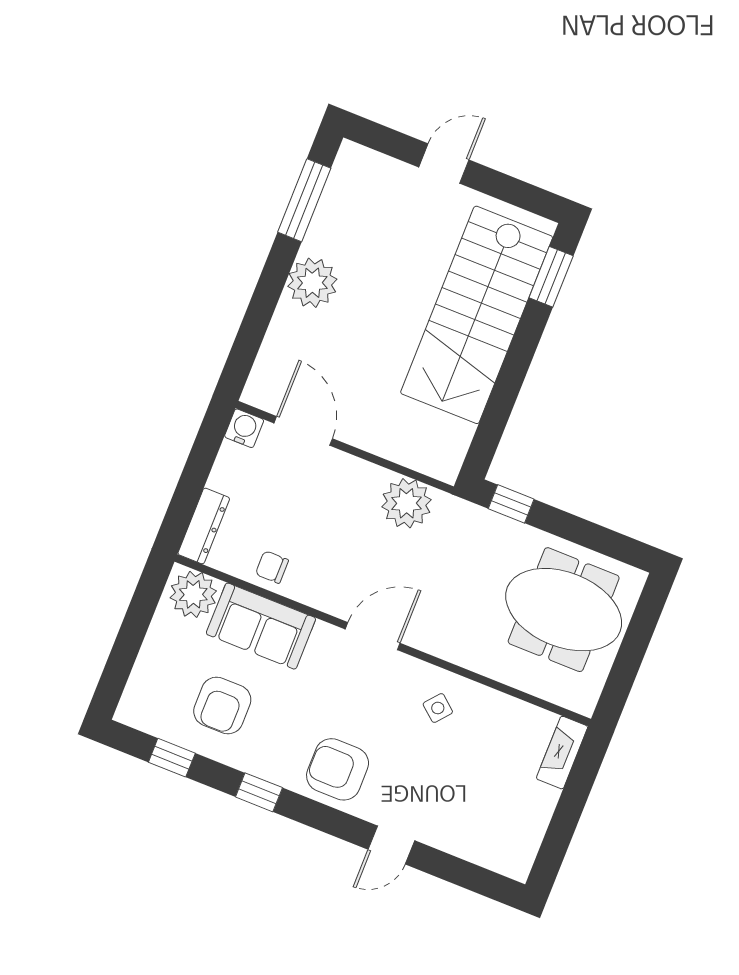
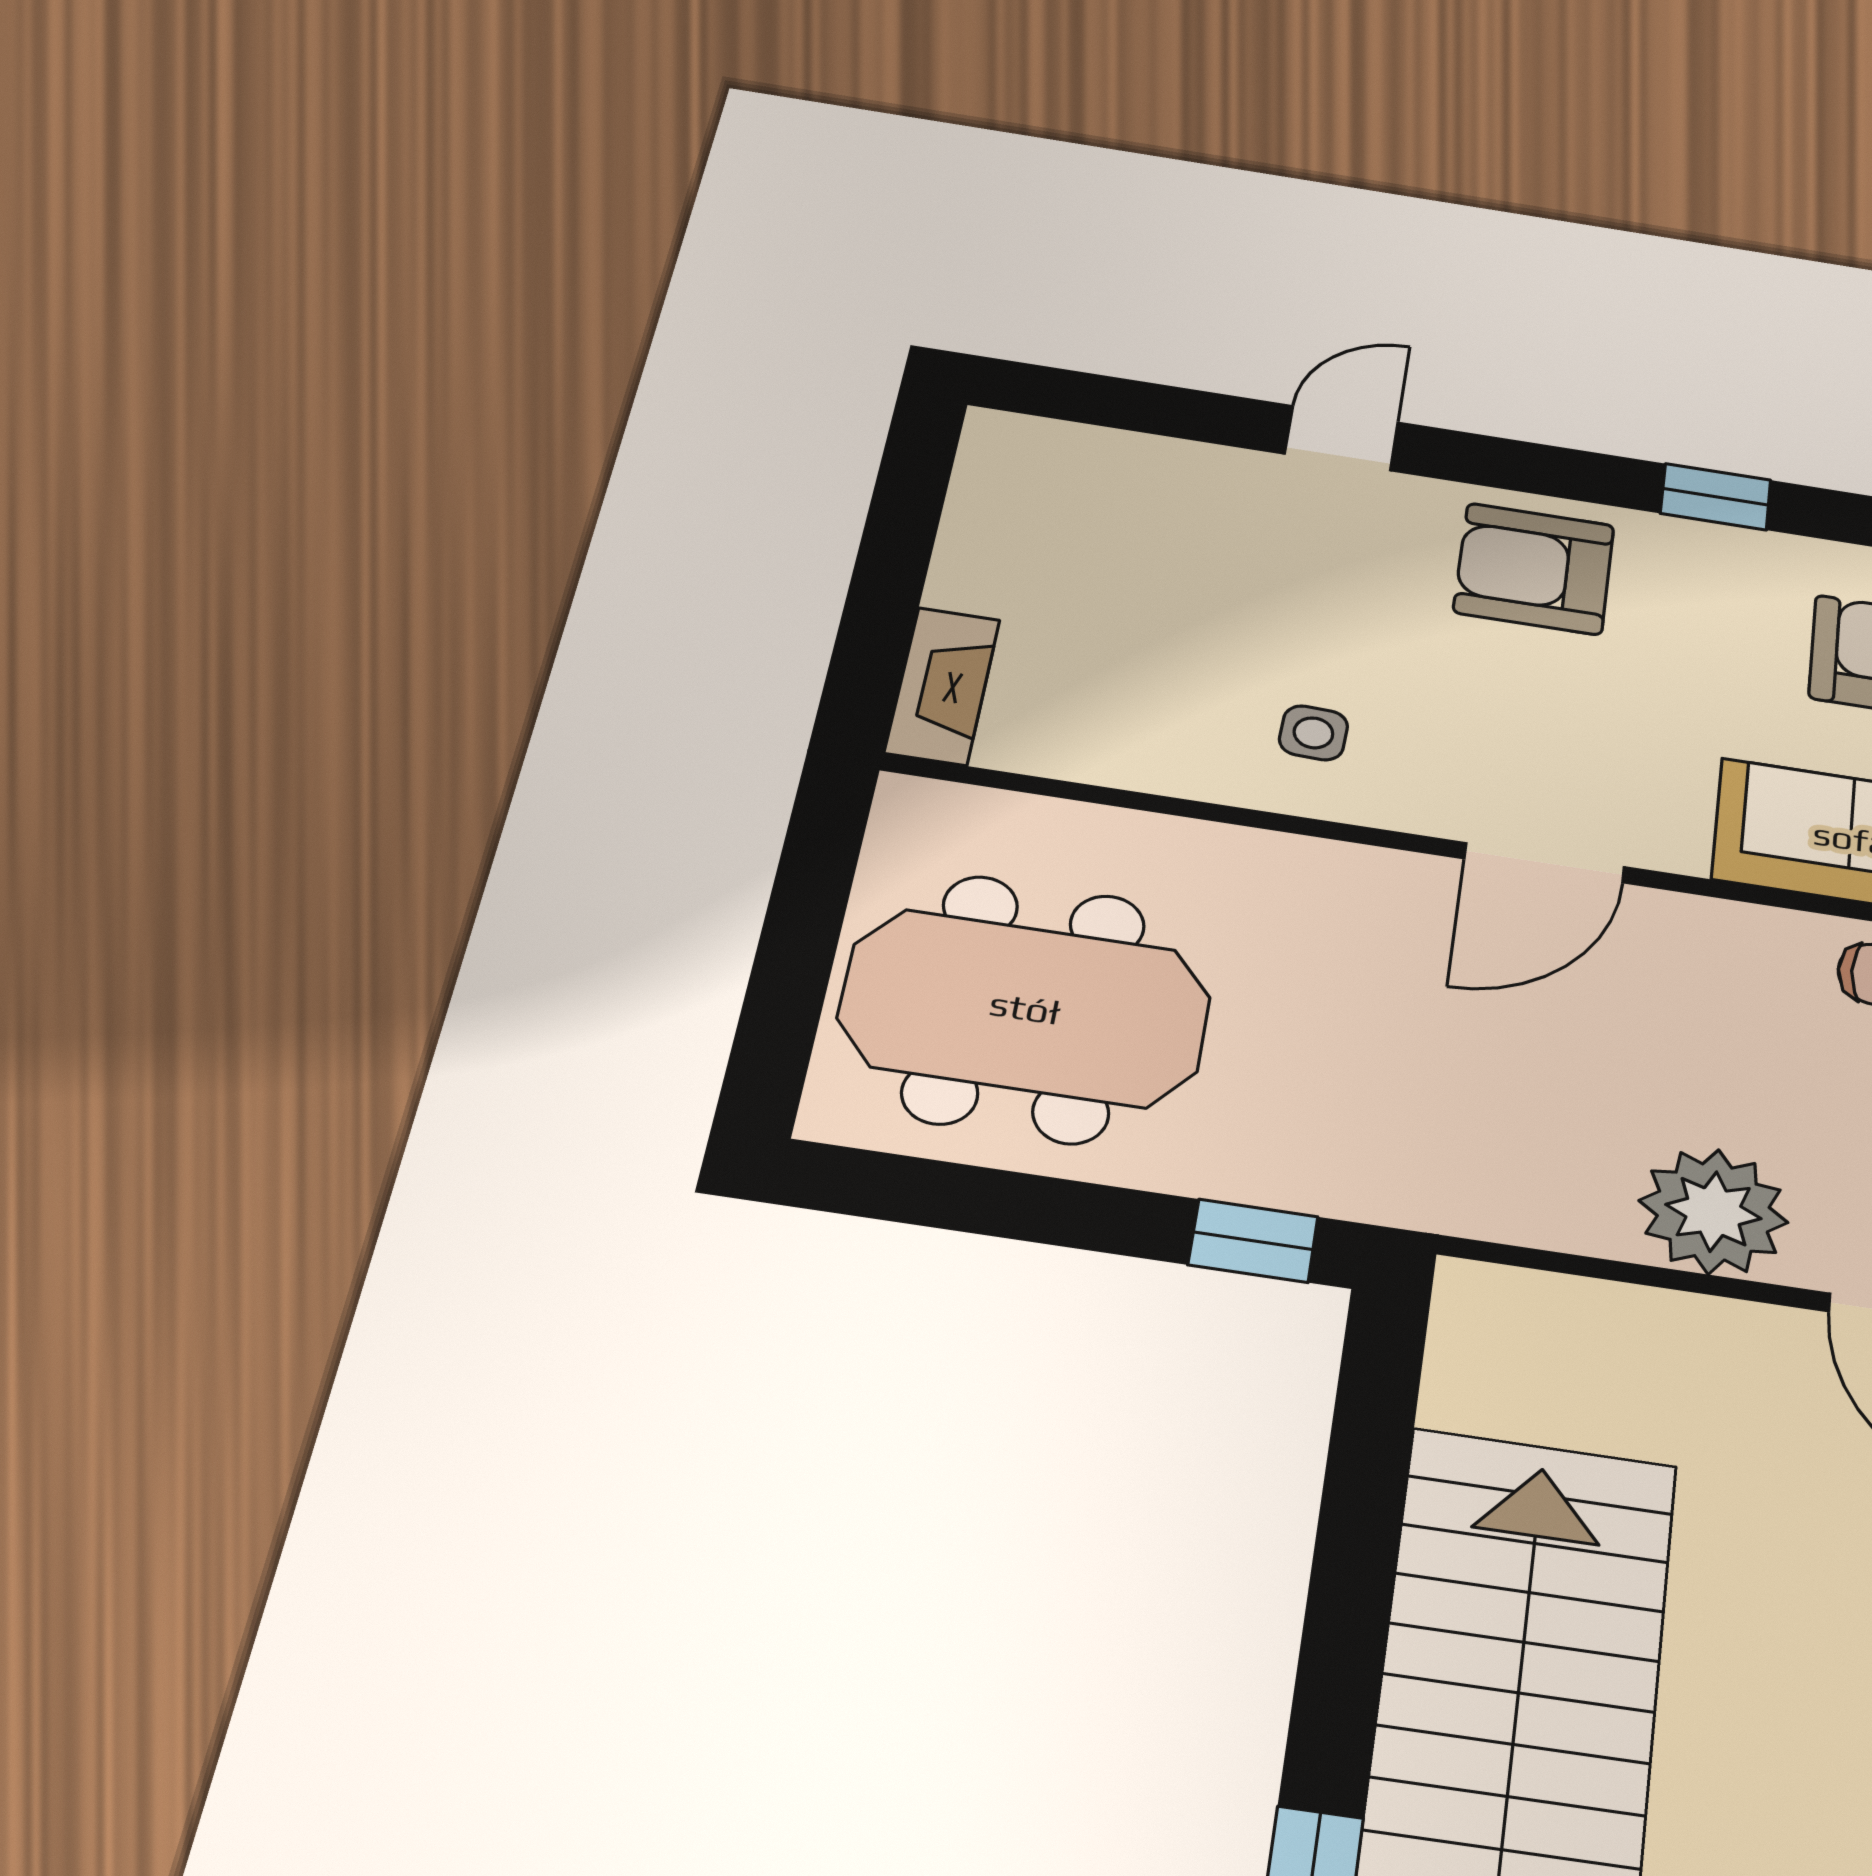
plant: (406, 503) -> (1713, 1212), moved
side table: (438, 708) -> (1313, 733), turned -38
armchair: (338, 769) -> (1534, 569), turned 180

